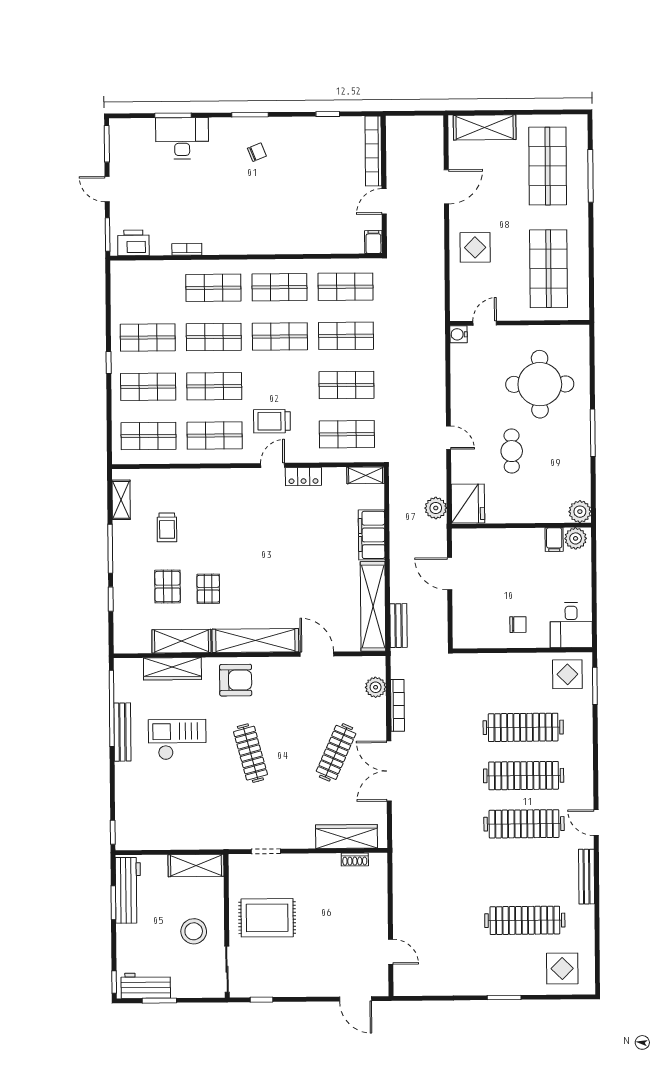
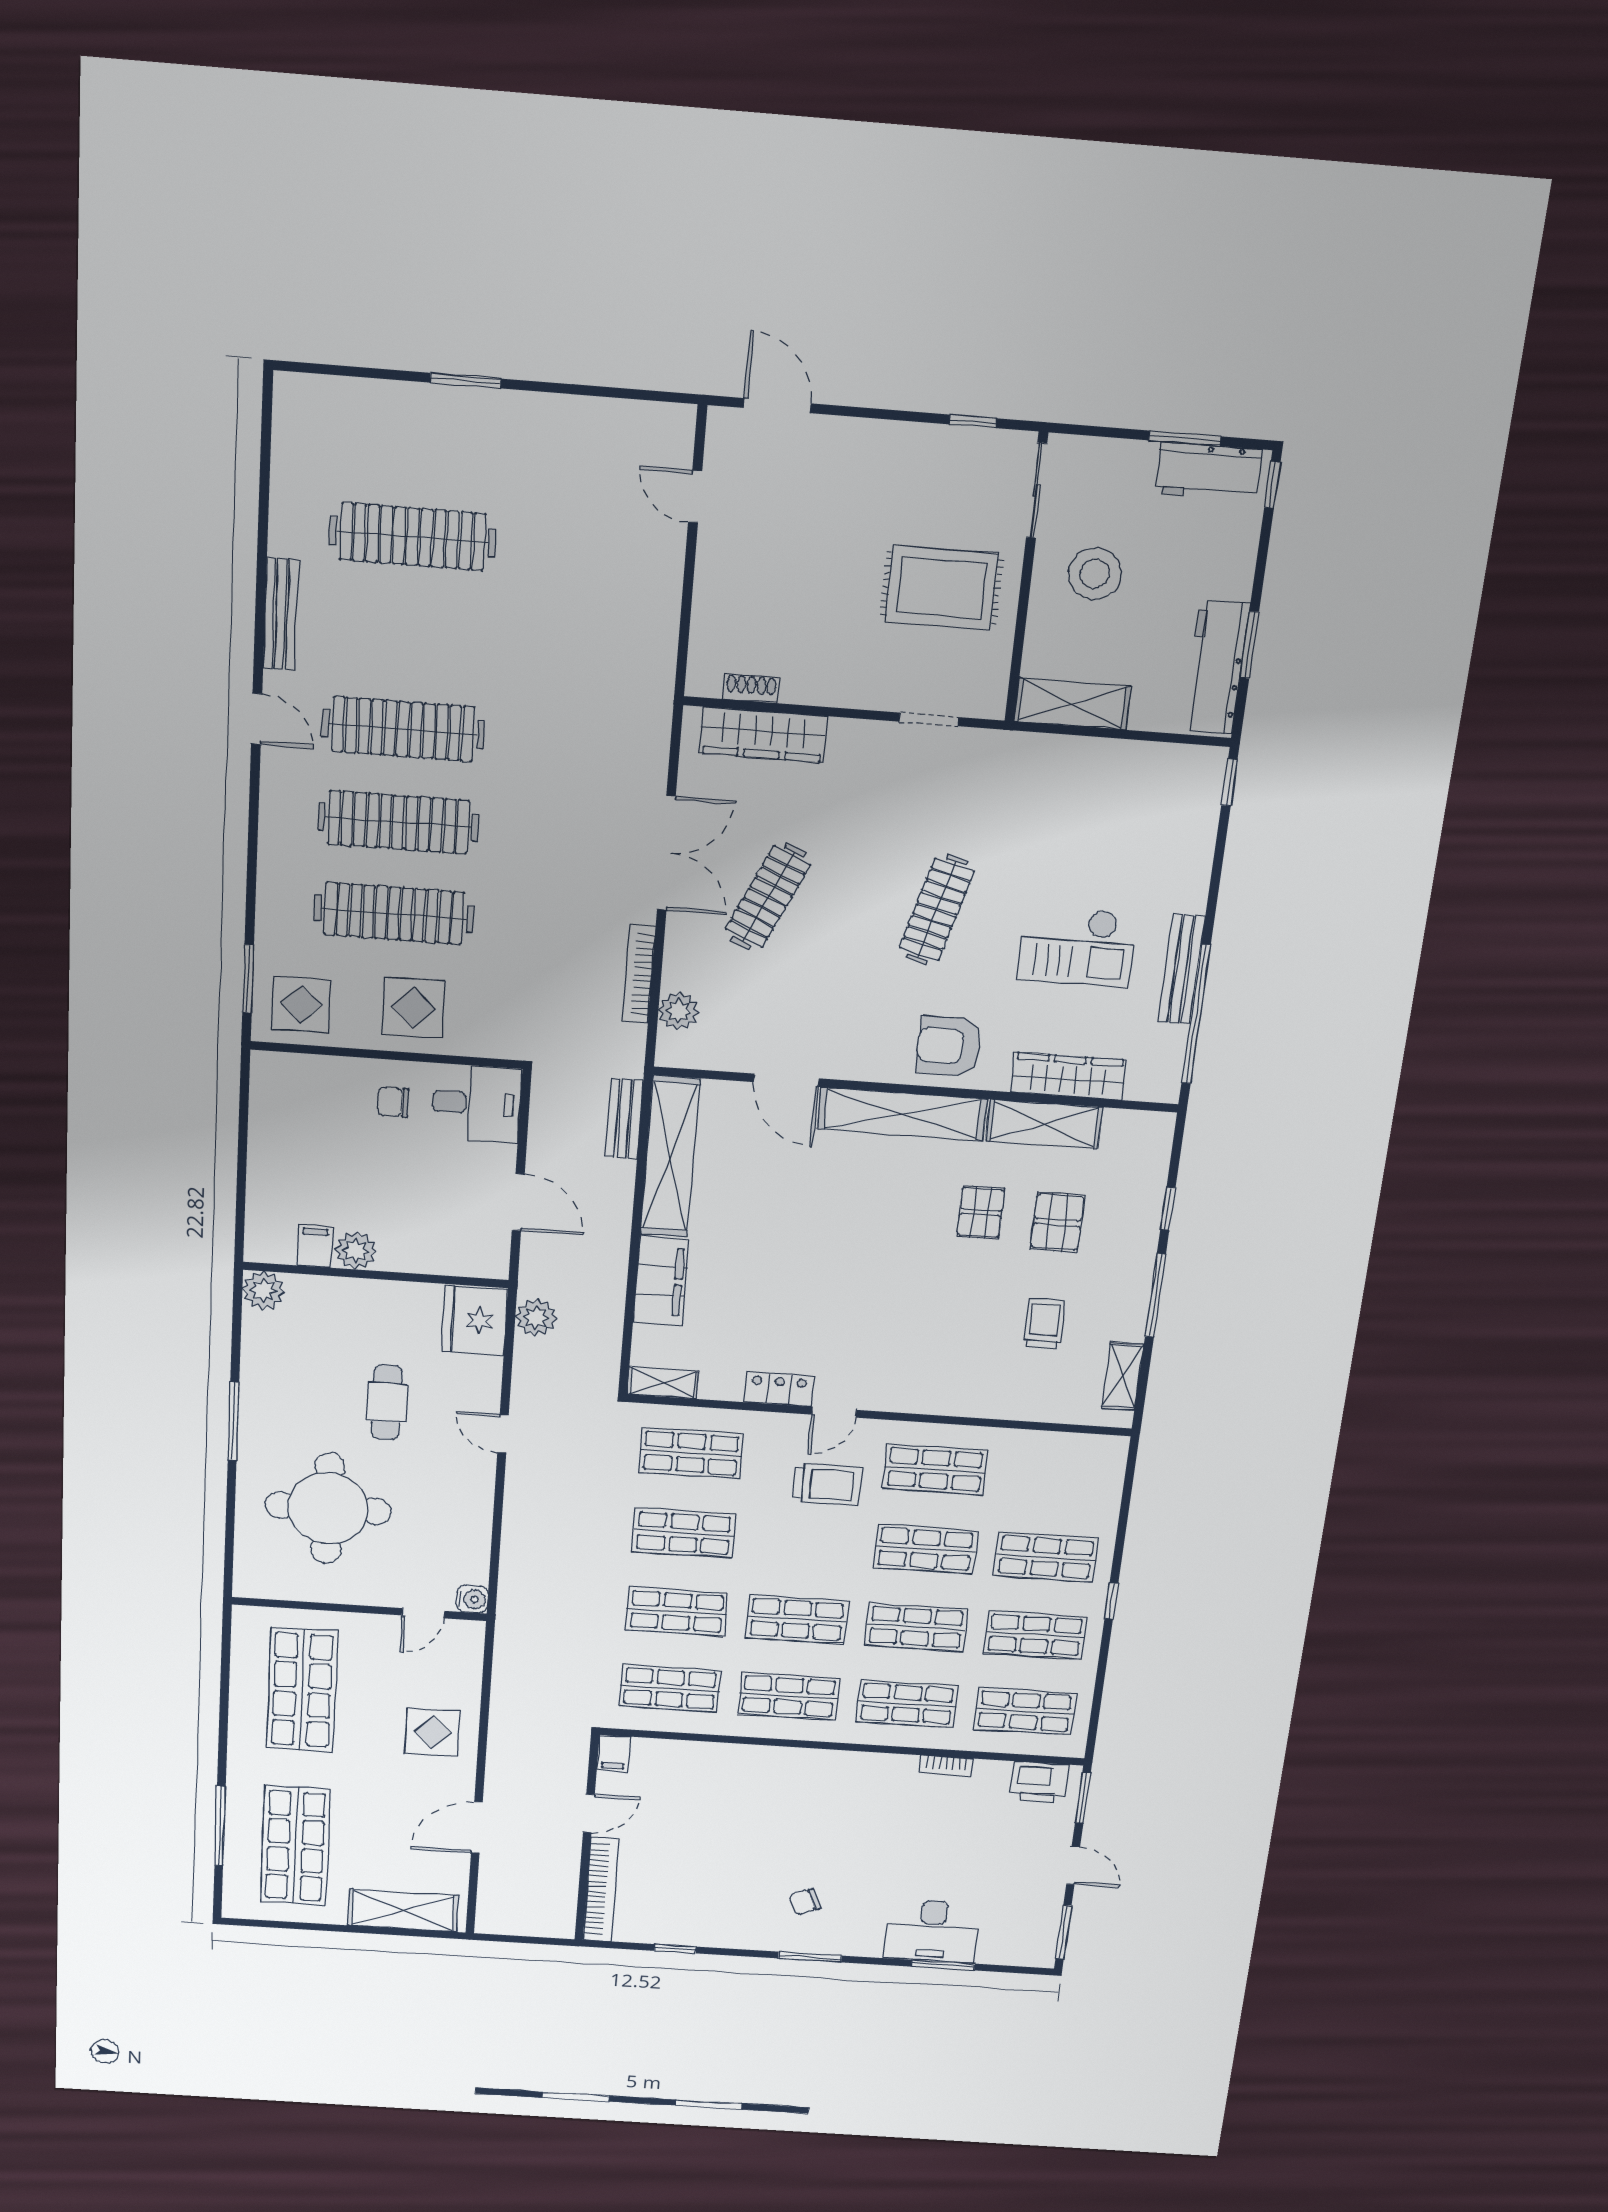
shop shelf: (149, 436) -> (1025, 1711), moved
plant: (576, 538) -> (356, 1251), moved
desk: (571, 625) -> (476, 1103), moved, turned 90
clothes rail: (250, 753) -> (937, 910), turned 30
display table: (562, 969) -> (413, 1008), moved

